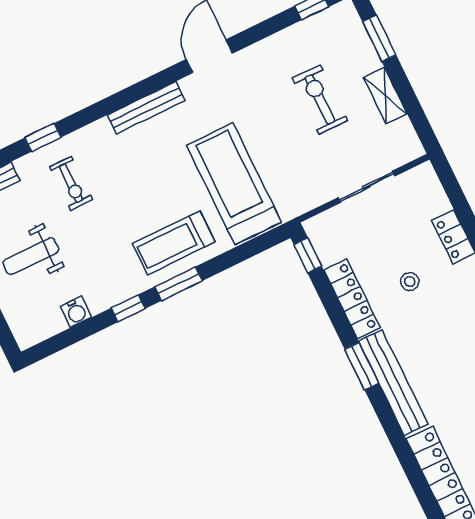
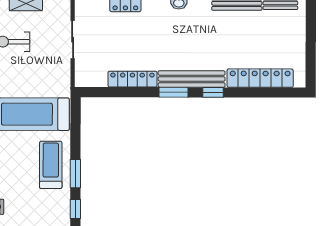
treadmill: (174, 243) -> (51, 165), turned 180
window: (308, 255) -> (213, 92), moved
stool: (410, 282) -> (139, 41), removed

